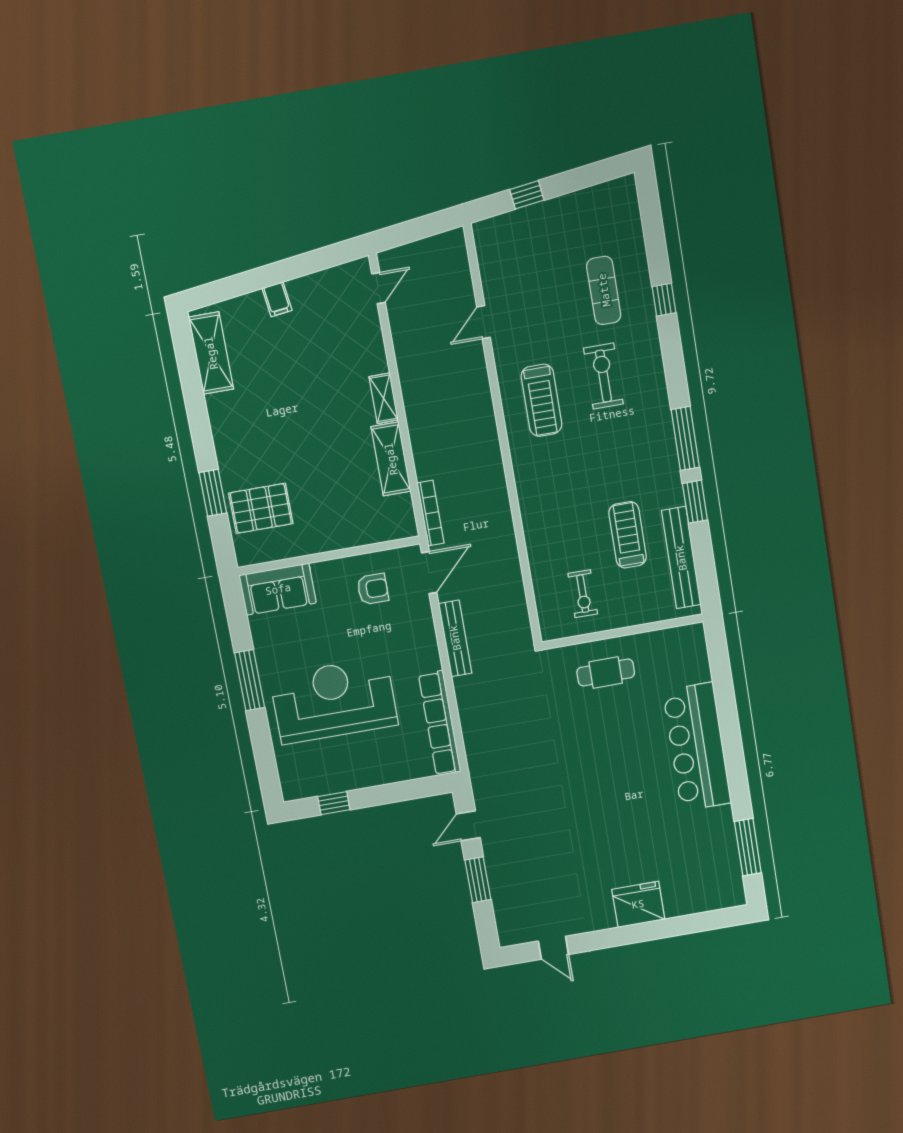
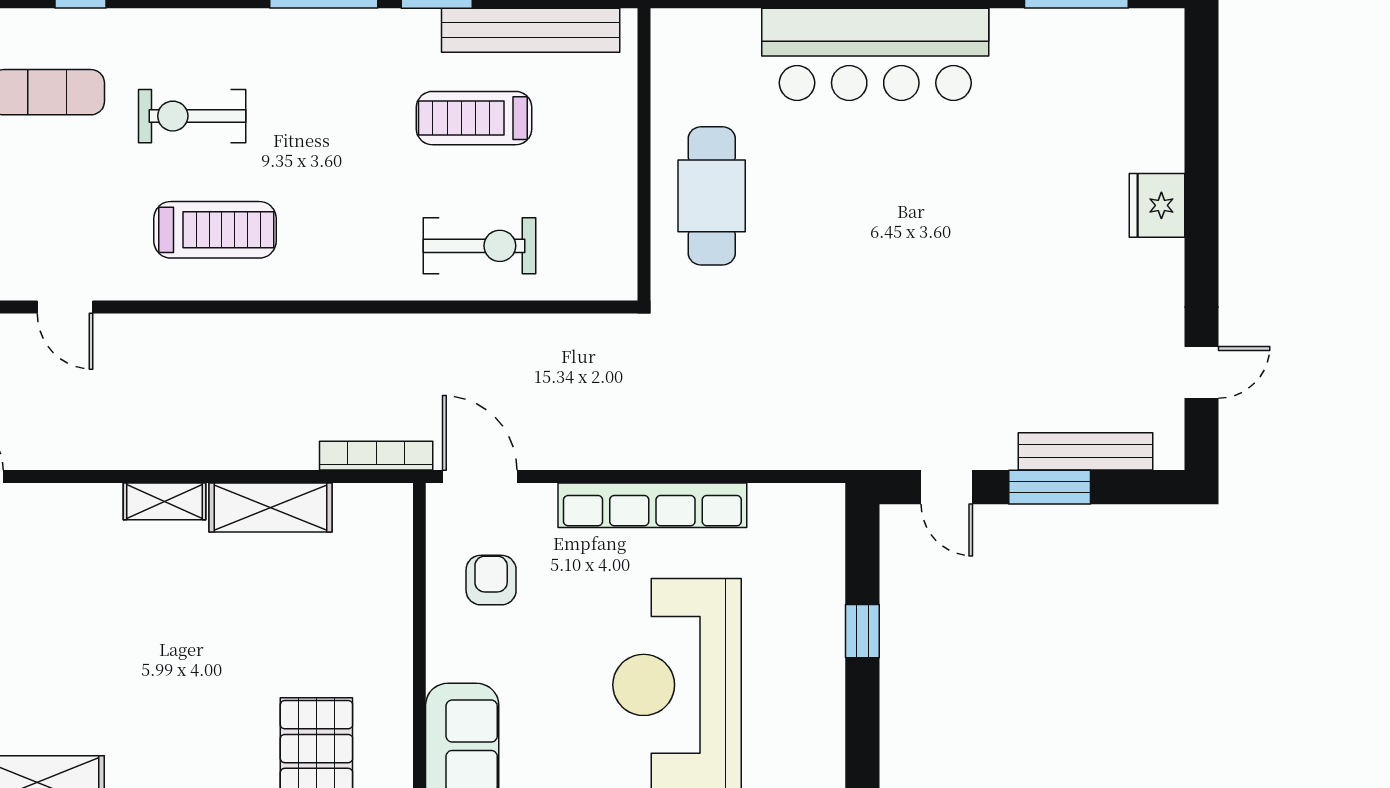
exercise bike: (583, 594) -> (480, 246), moved, width x1.38, depth x1.39
bench: (455, 638) -> (1085, 451), moved
cafe table: (606, 673) -> (712, 196), width x1.37, depth x1.35
row of seats: (440, 723) -> (652, 505), moved
window: (334, 803) -> (862, 631), moved
fridge: (638, 904) -> (1157, 205), width x0.73, depth x0.75

